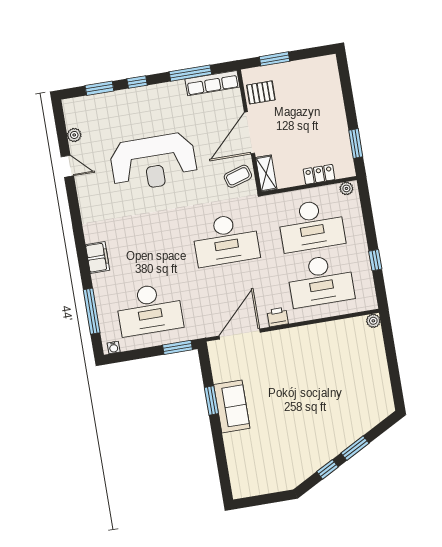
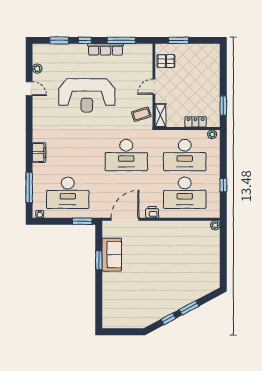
row of seats: (212, 83) -> (105, 49), moved
door: (249, 133) -> (154, 87), width x0.53
sofa: (232, 406) -> (112, 255), moved

